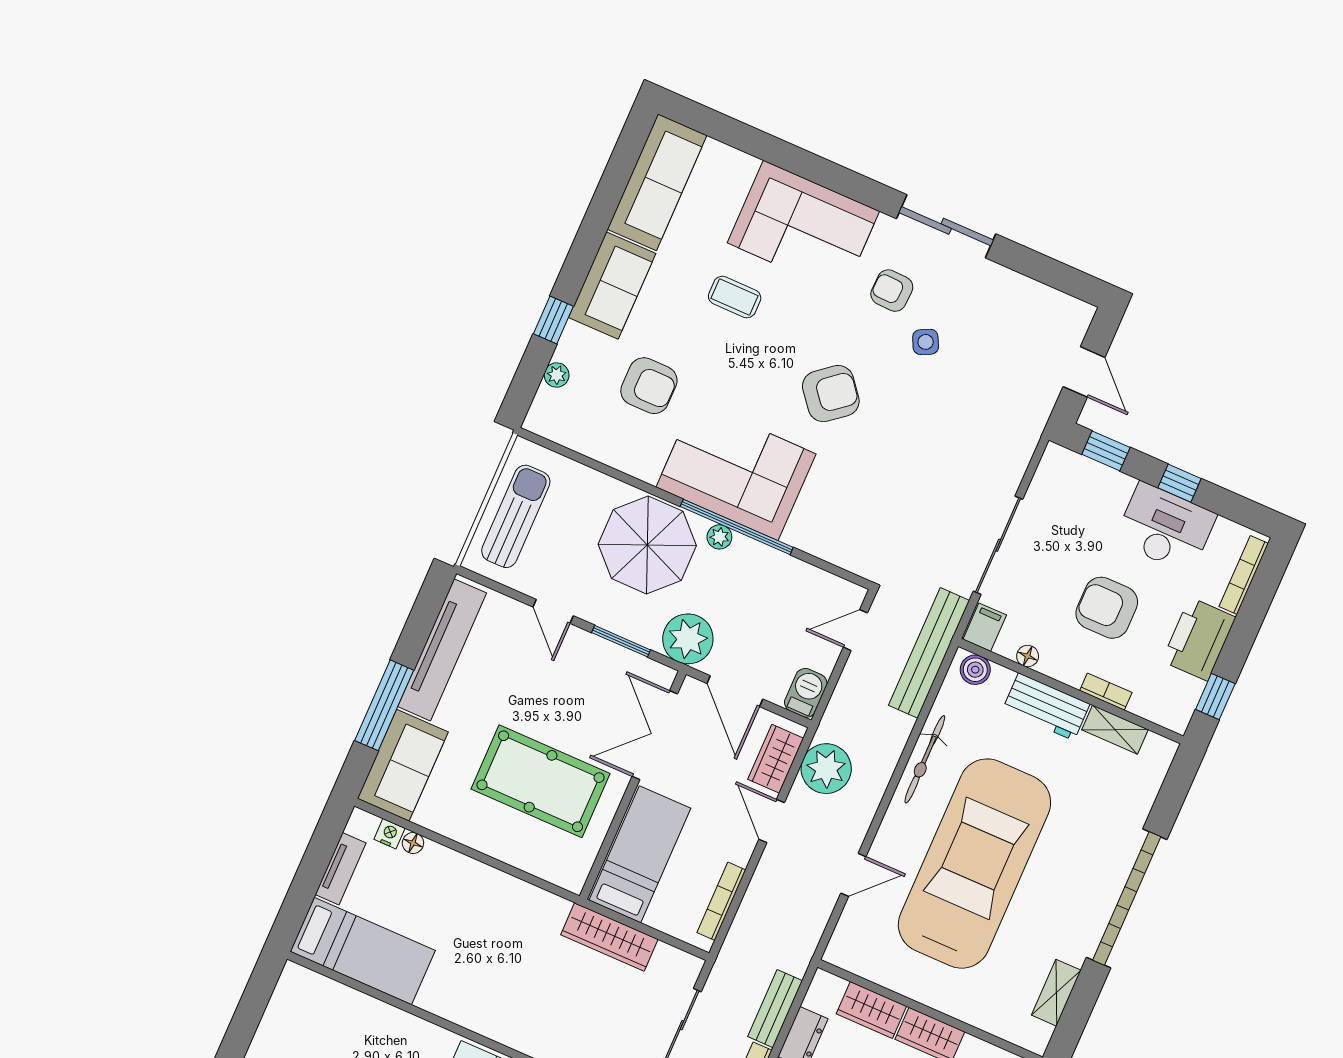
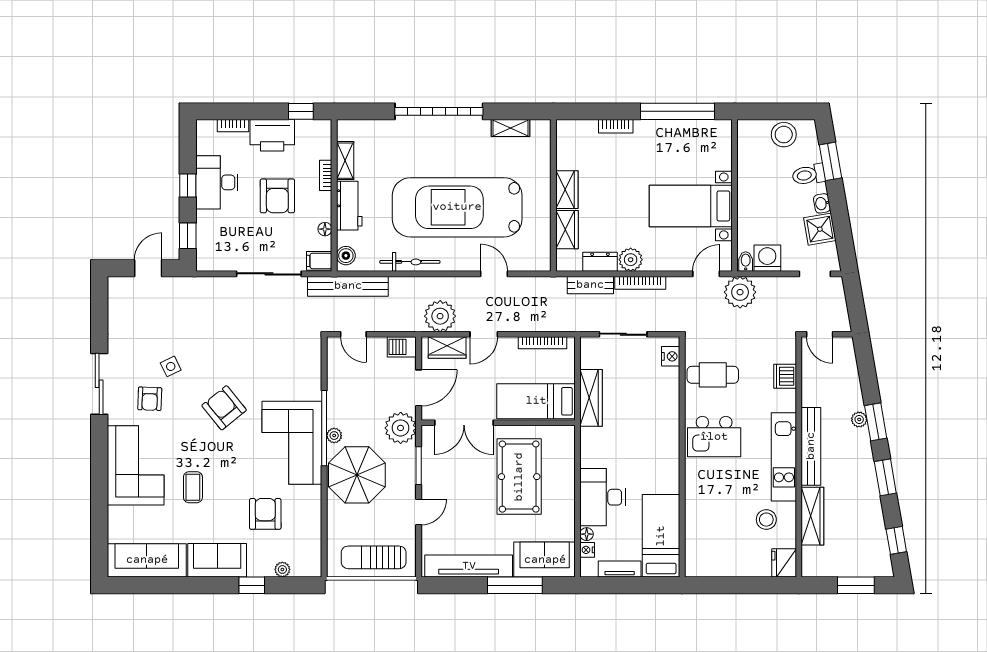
bookcase: (1244, 575) -> (233, 126), width x0.64
desk: (457, 890) -> (603, 497), added

